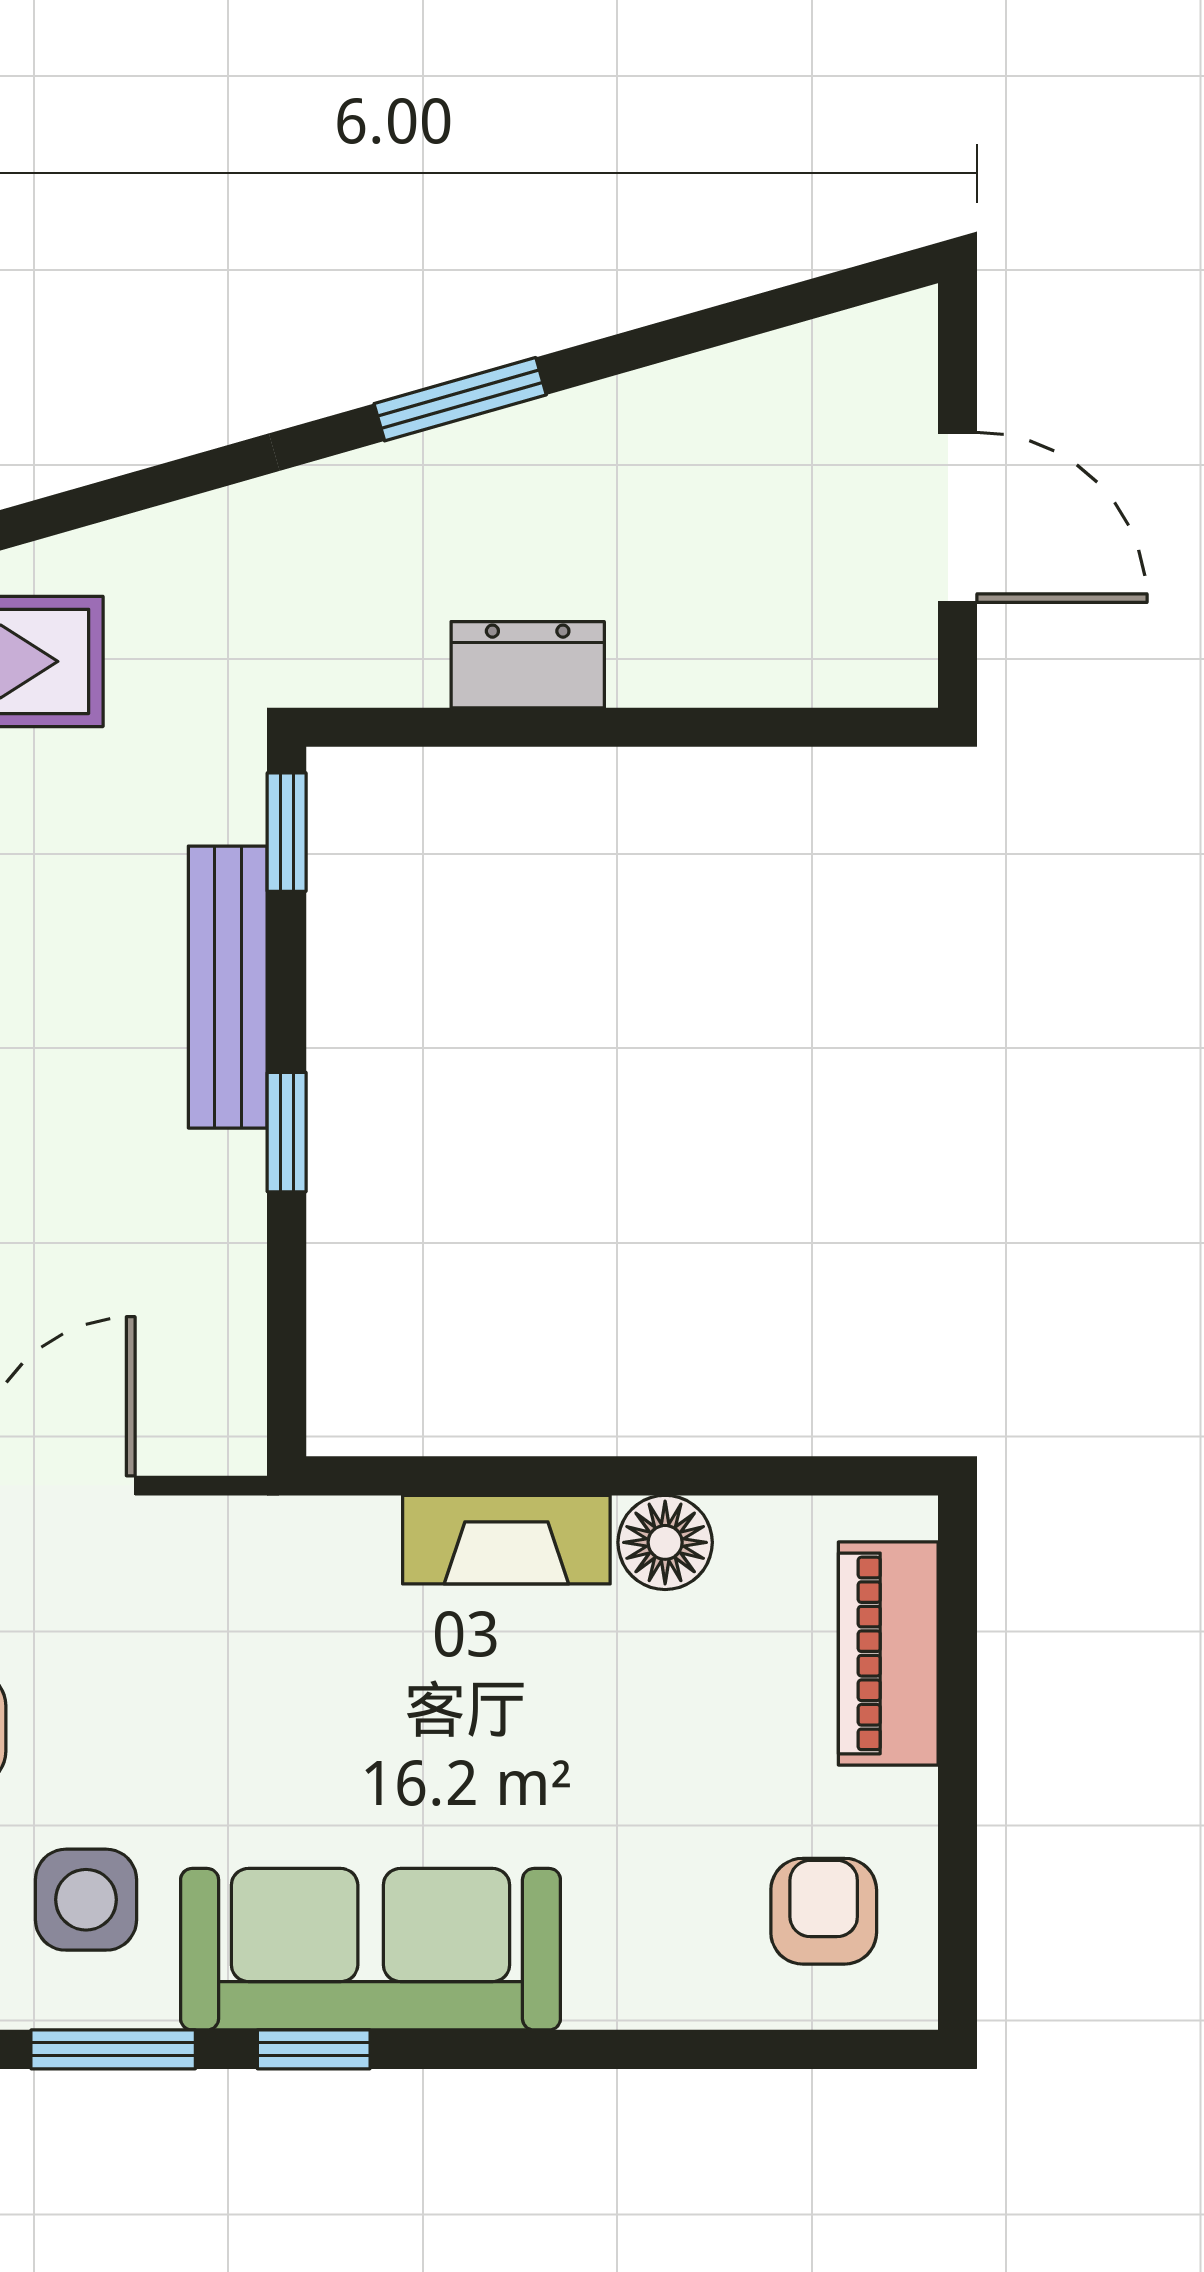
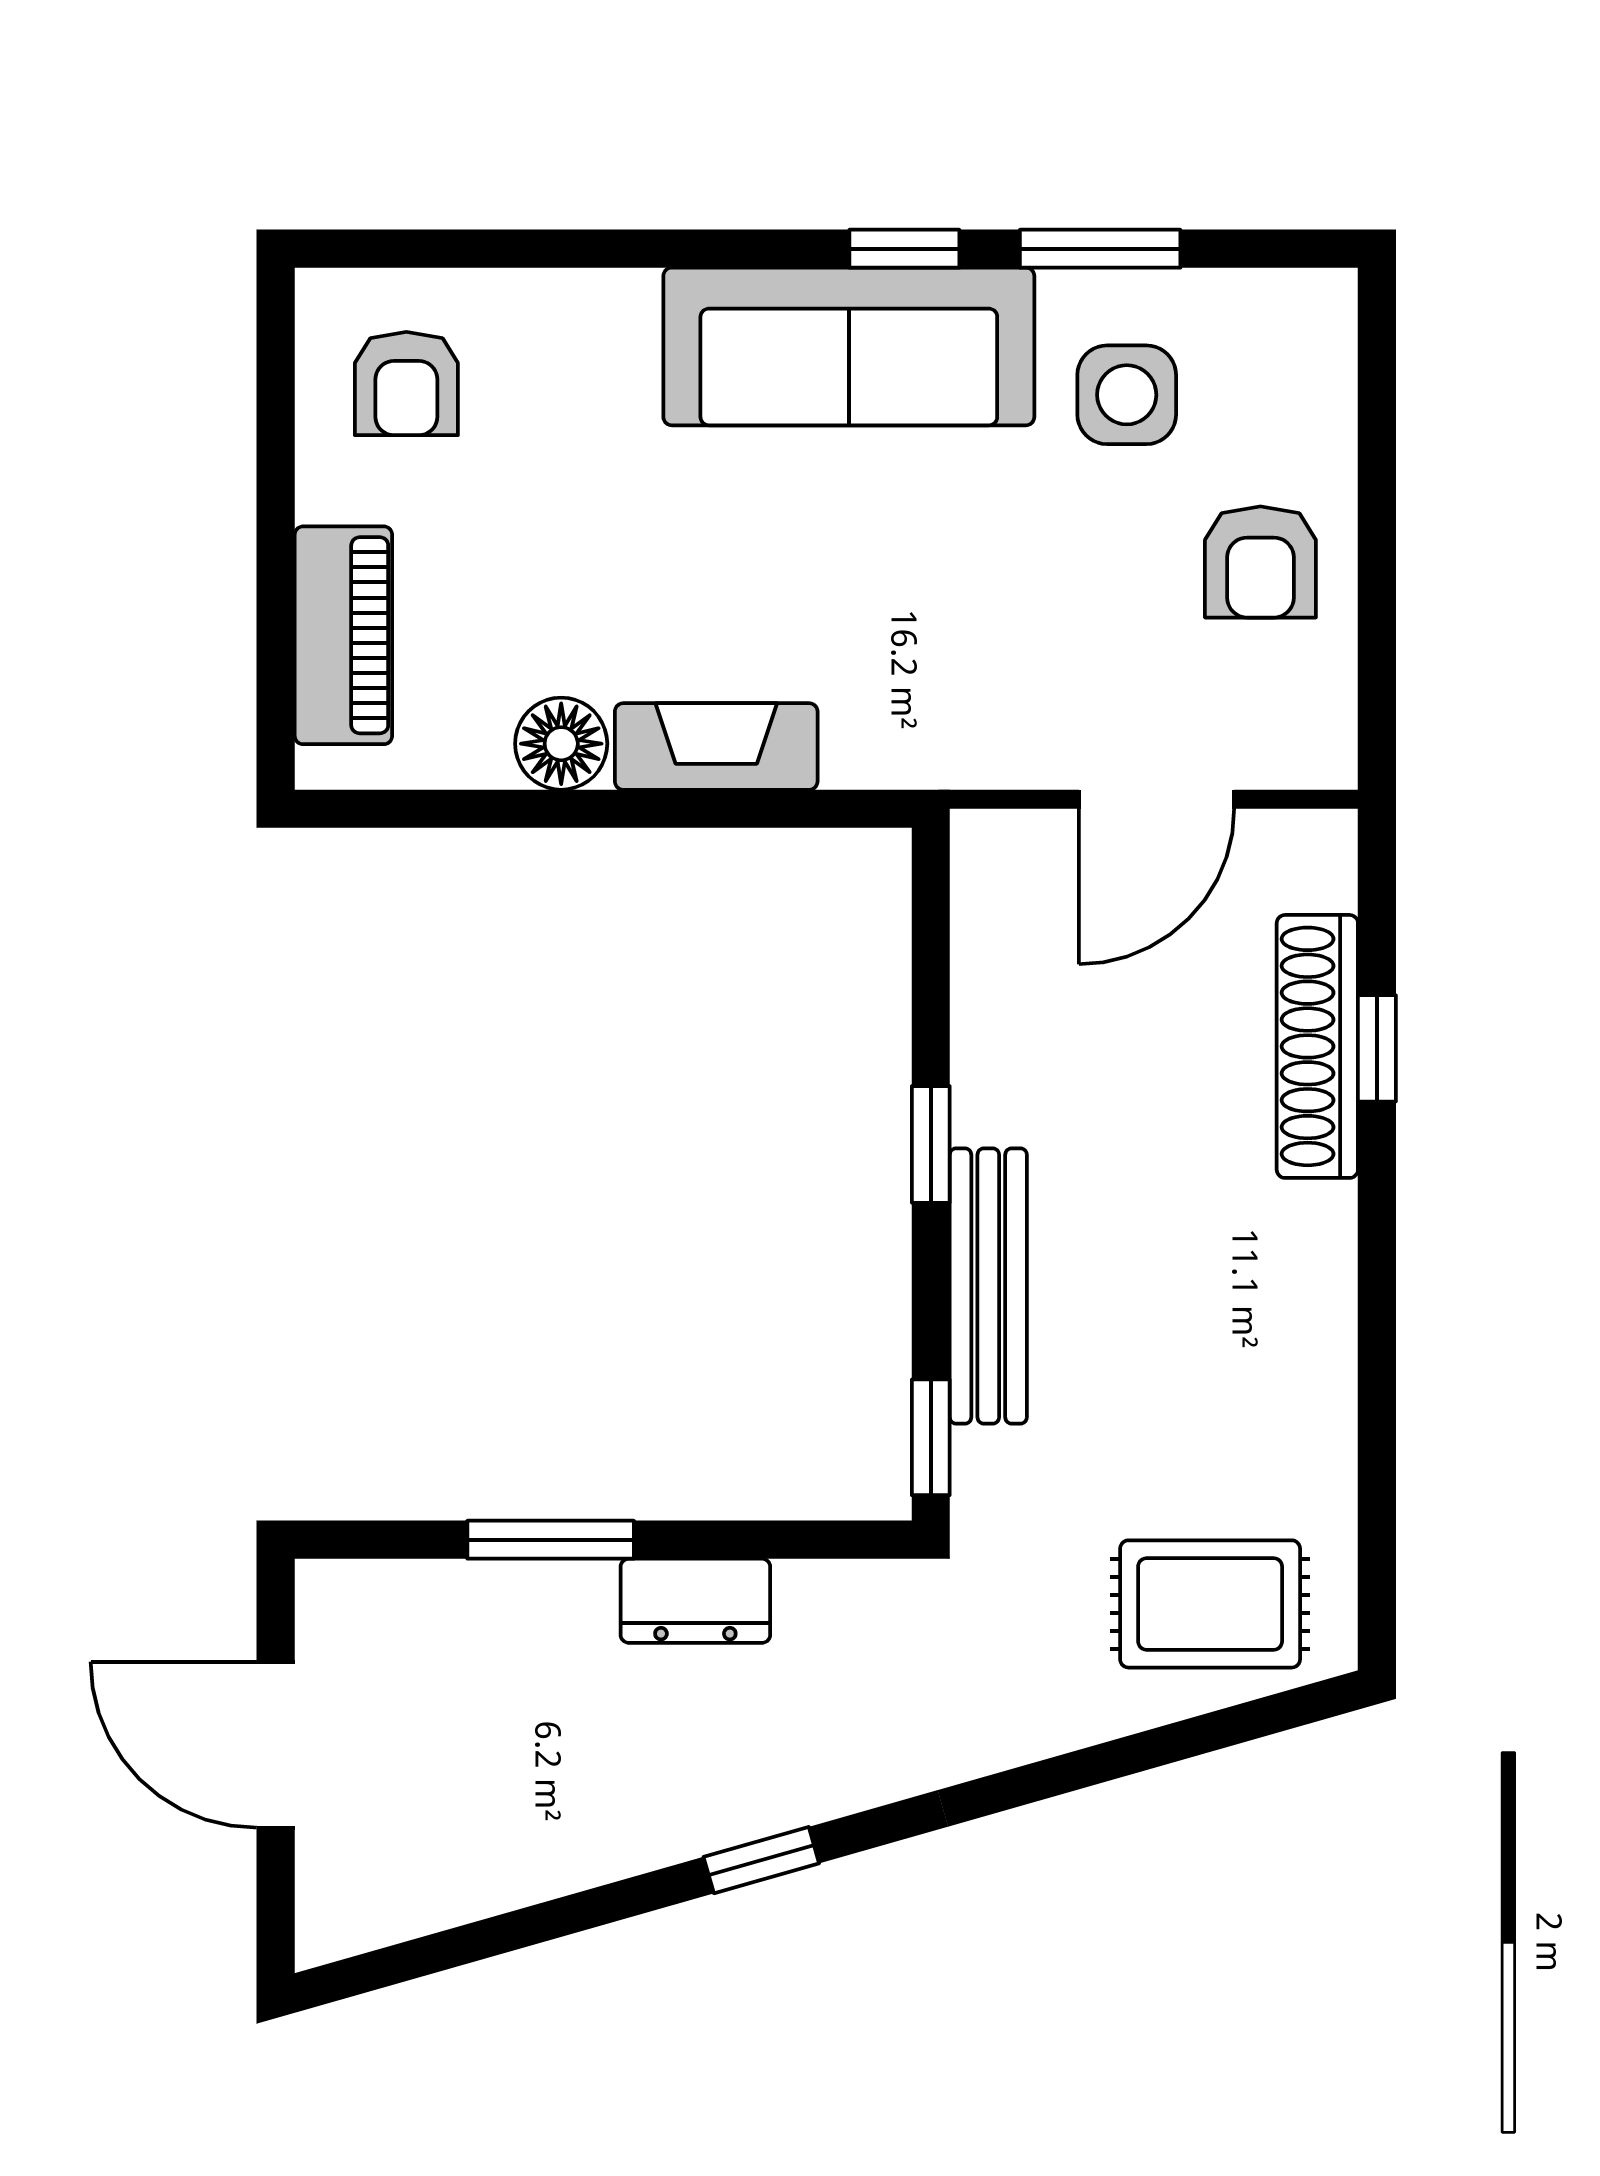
window: (460, 399) -> (761, 1860), width x0.67
window: (676, 727) -> (551, 1540), added

